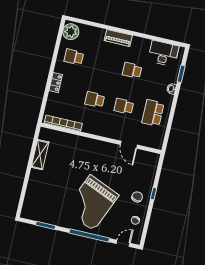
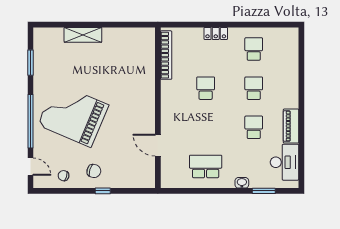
plant: (71, 32) -> (285, 38), removed
piano: (118, 38) -> (291, 126), moved
school desk: (124, 106) -> (254, 88), moved
door: (129, 145) -> (158, 145), hinge flipped
shelving: (40, 155) -> (83, 35), moved

